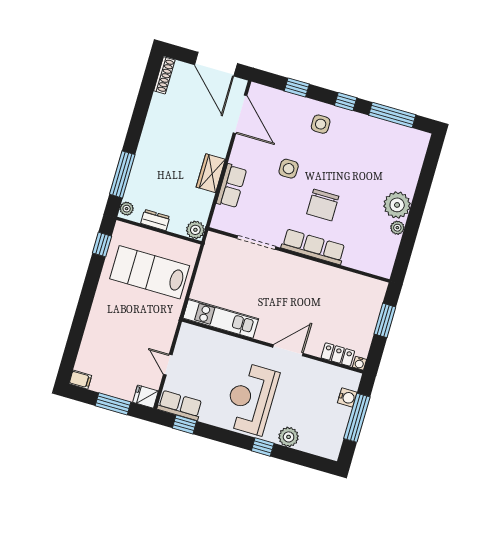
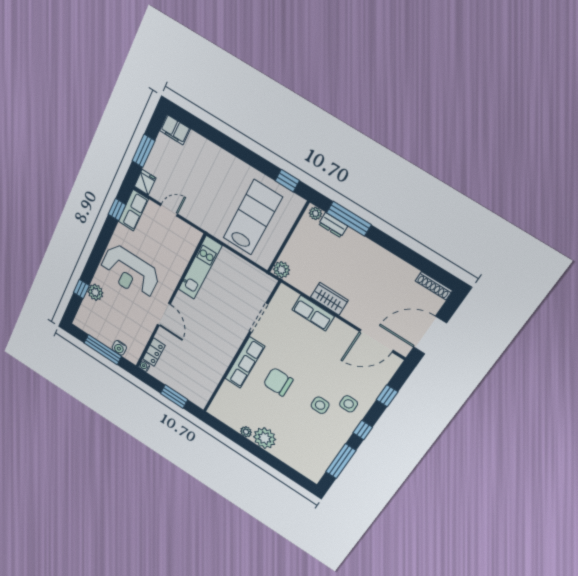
side table: (289, 169) -> (320, 405), moved
dresser: (155, 220) -> (333, 225), moved, turned 90
filing cabinet: (80, 380) -> (175, 130), width x2.00
reception desk: (251, 399) -> (130, 272), turned 180
window: (263, 447) -> (81, 289), moved

